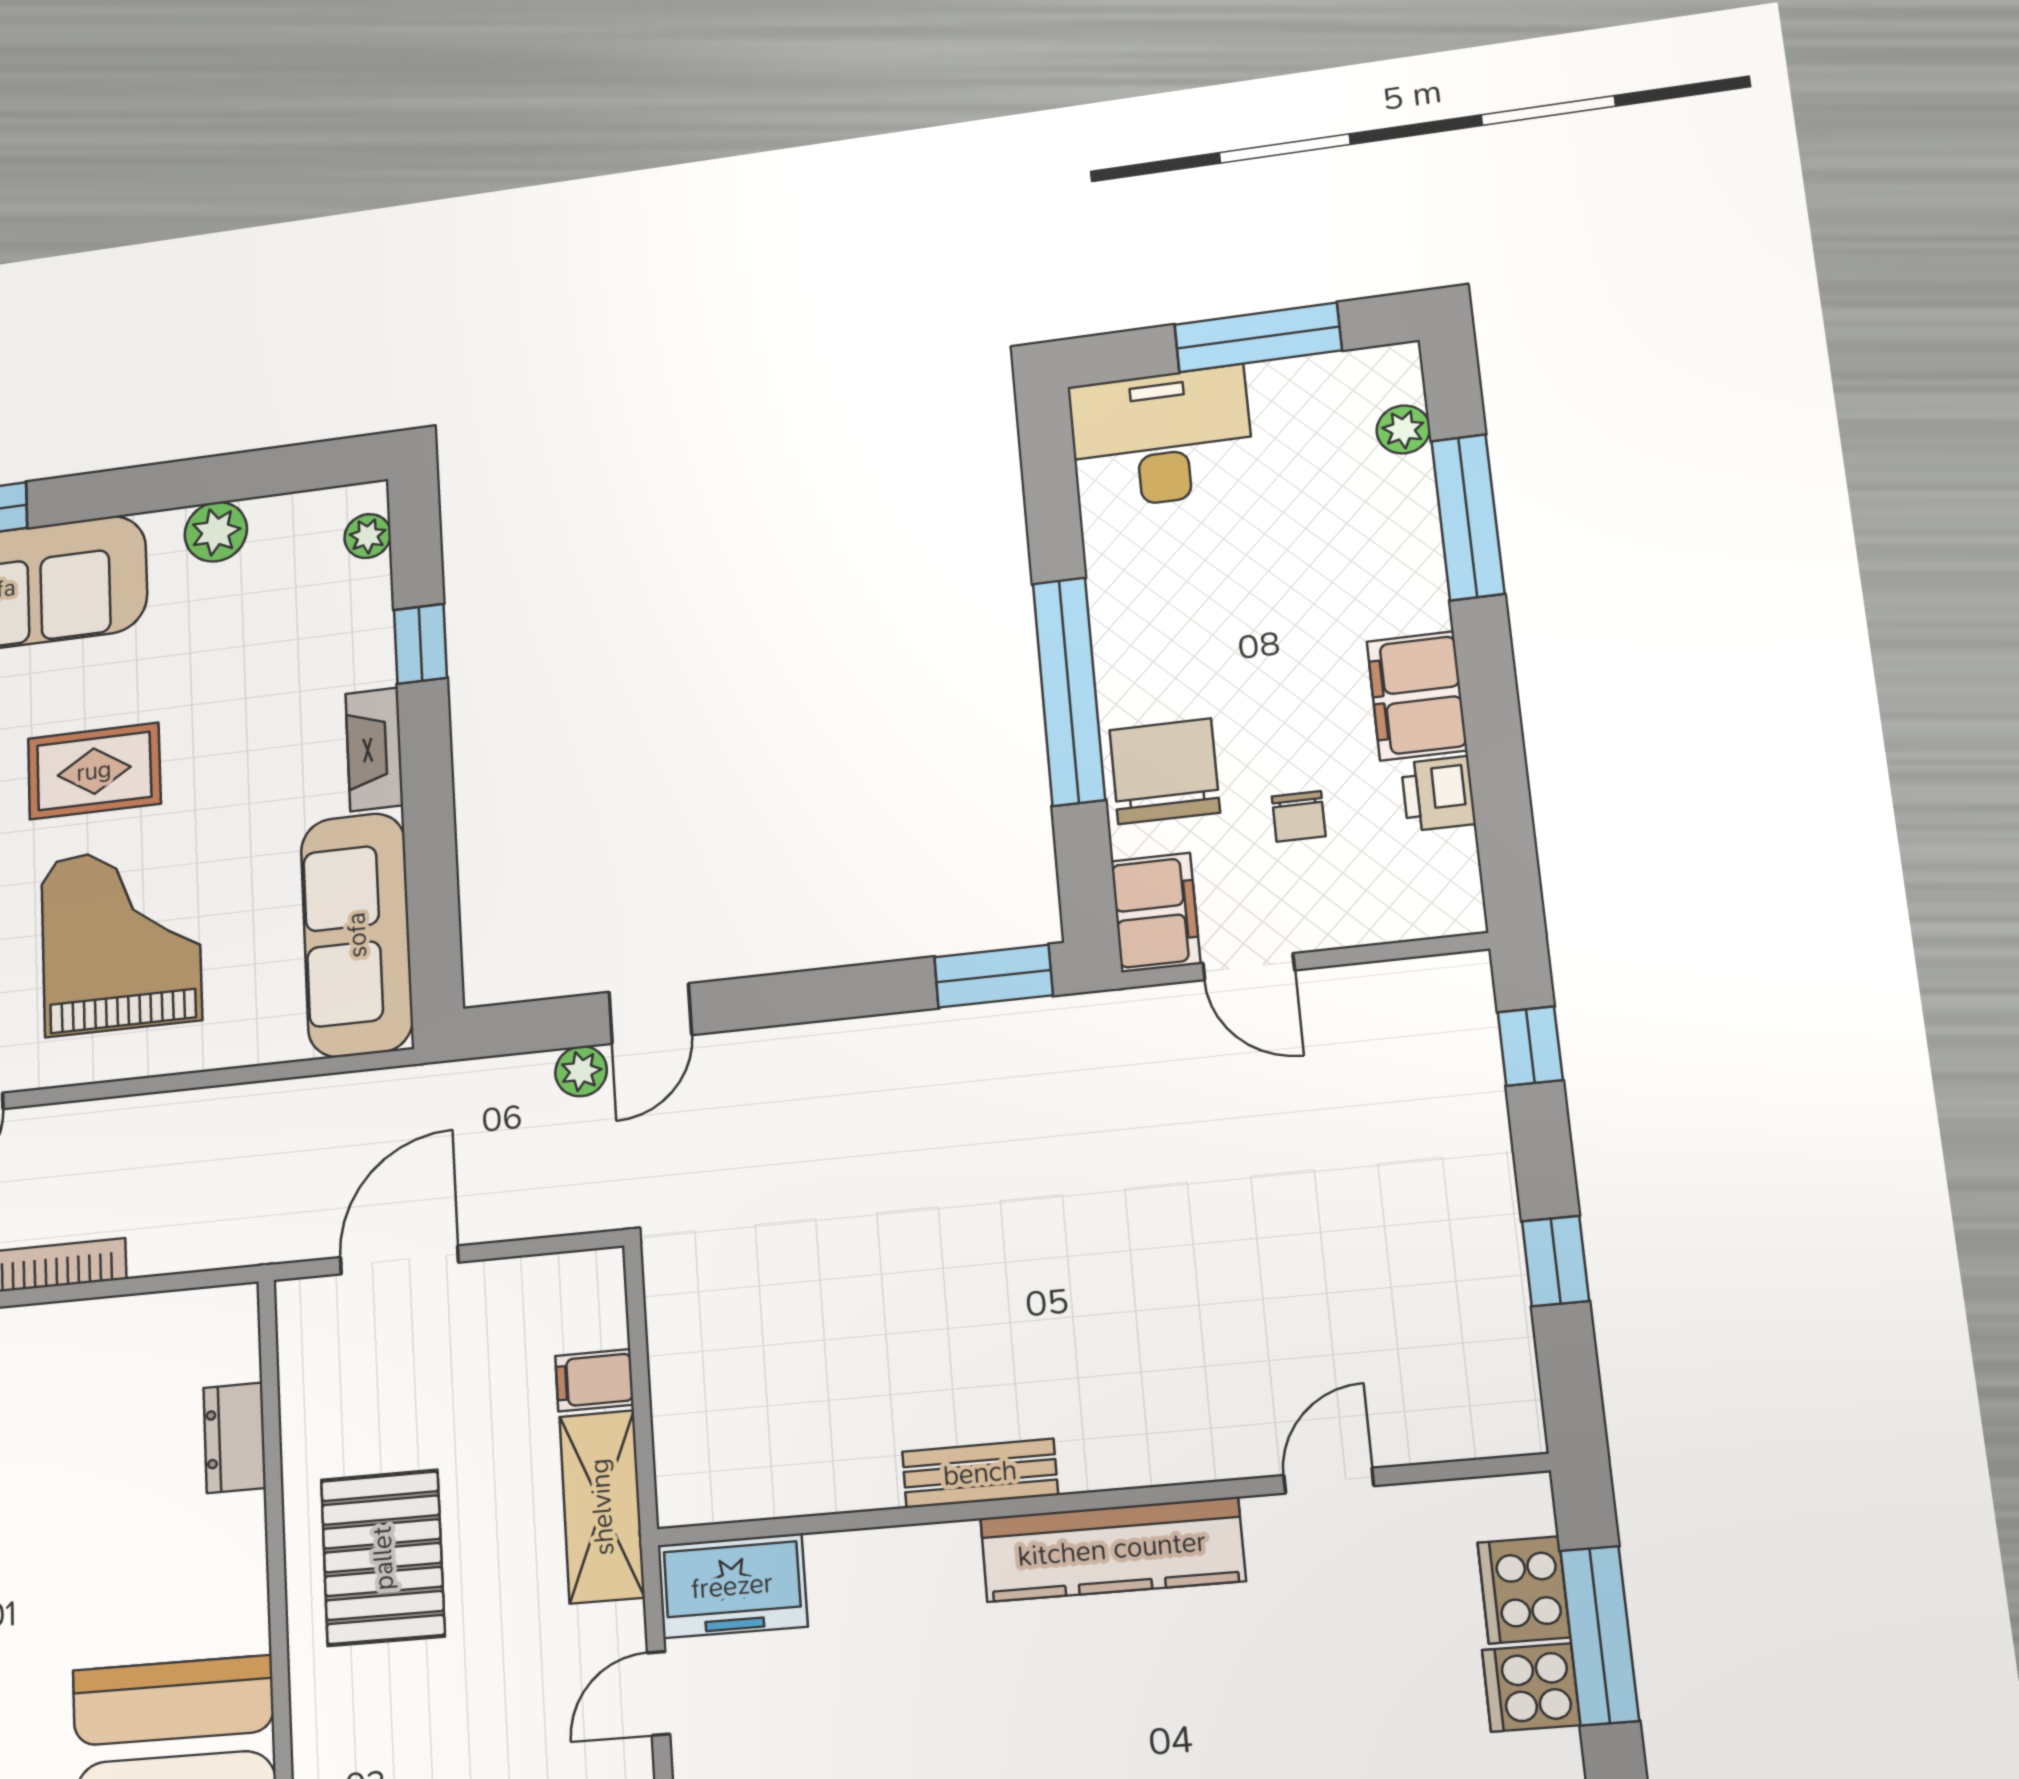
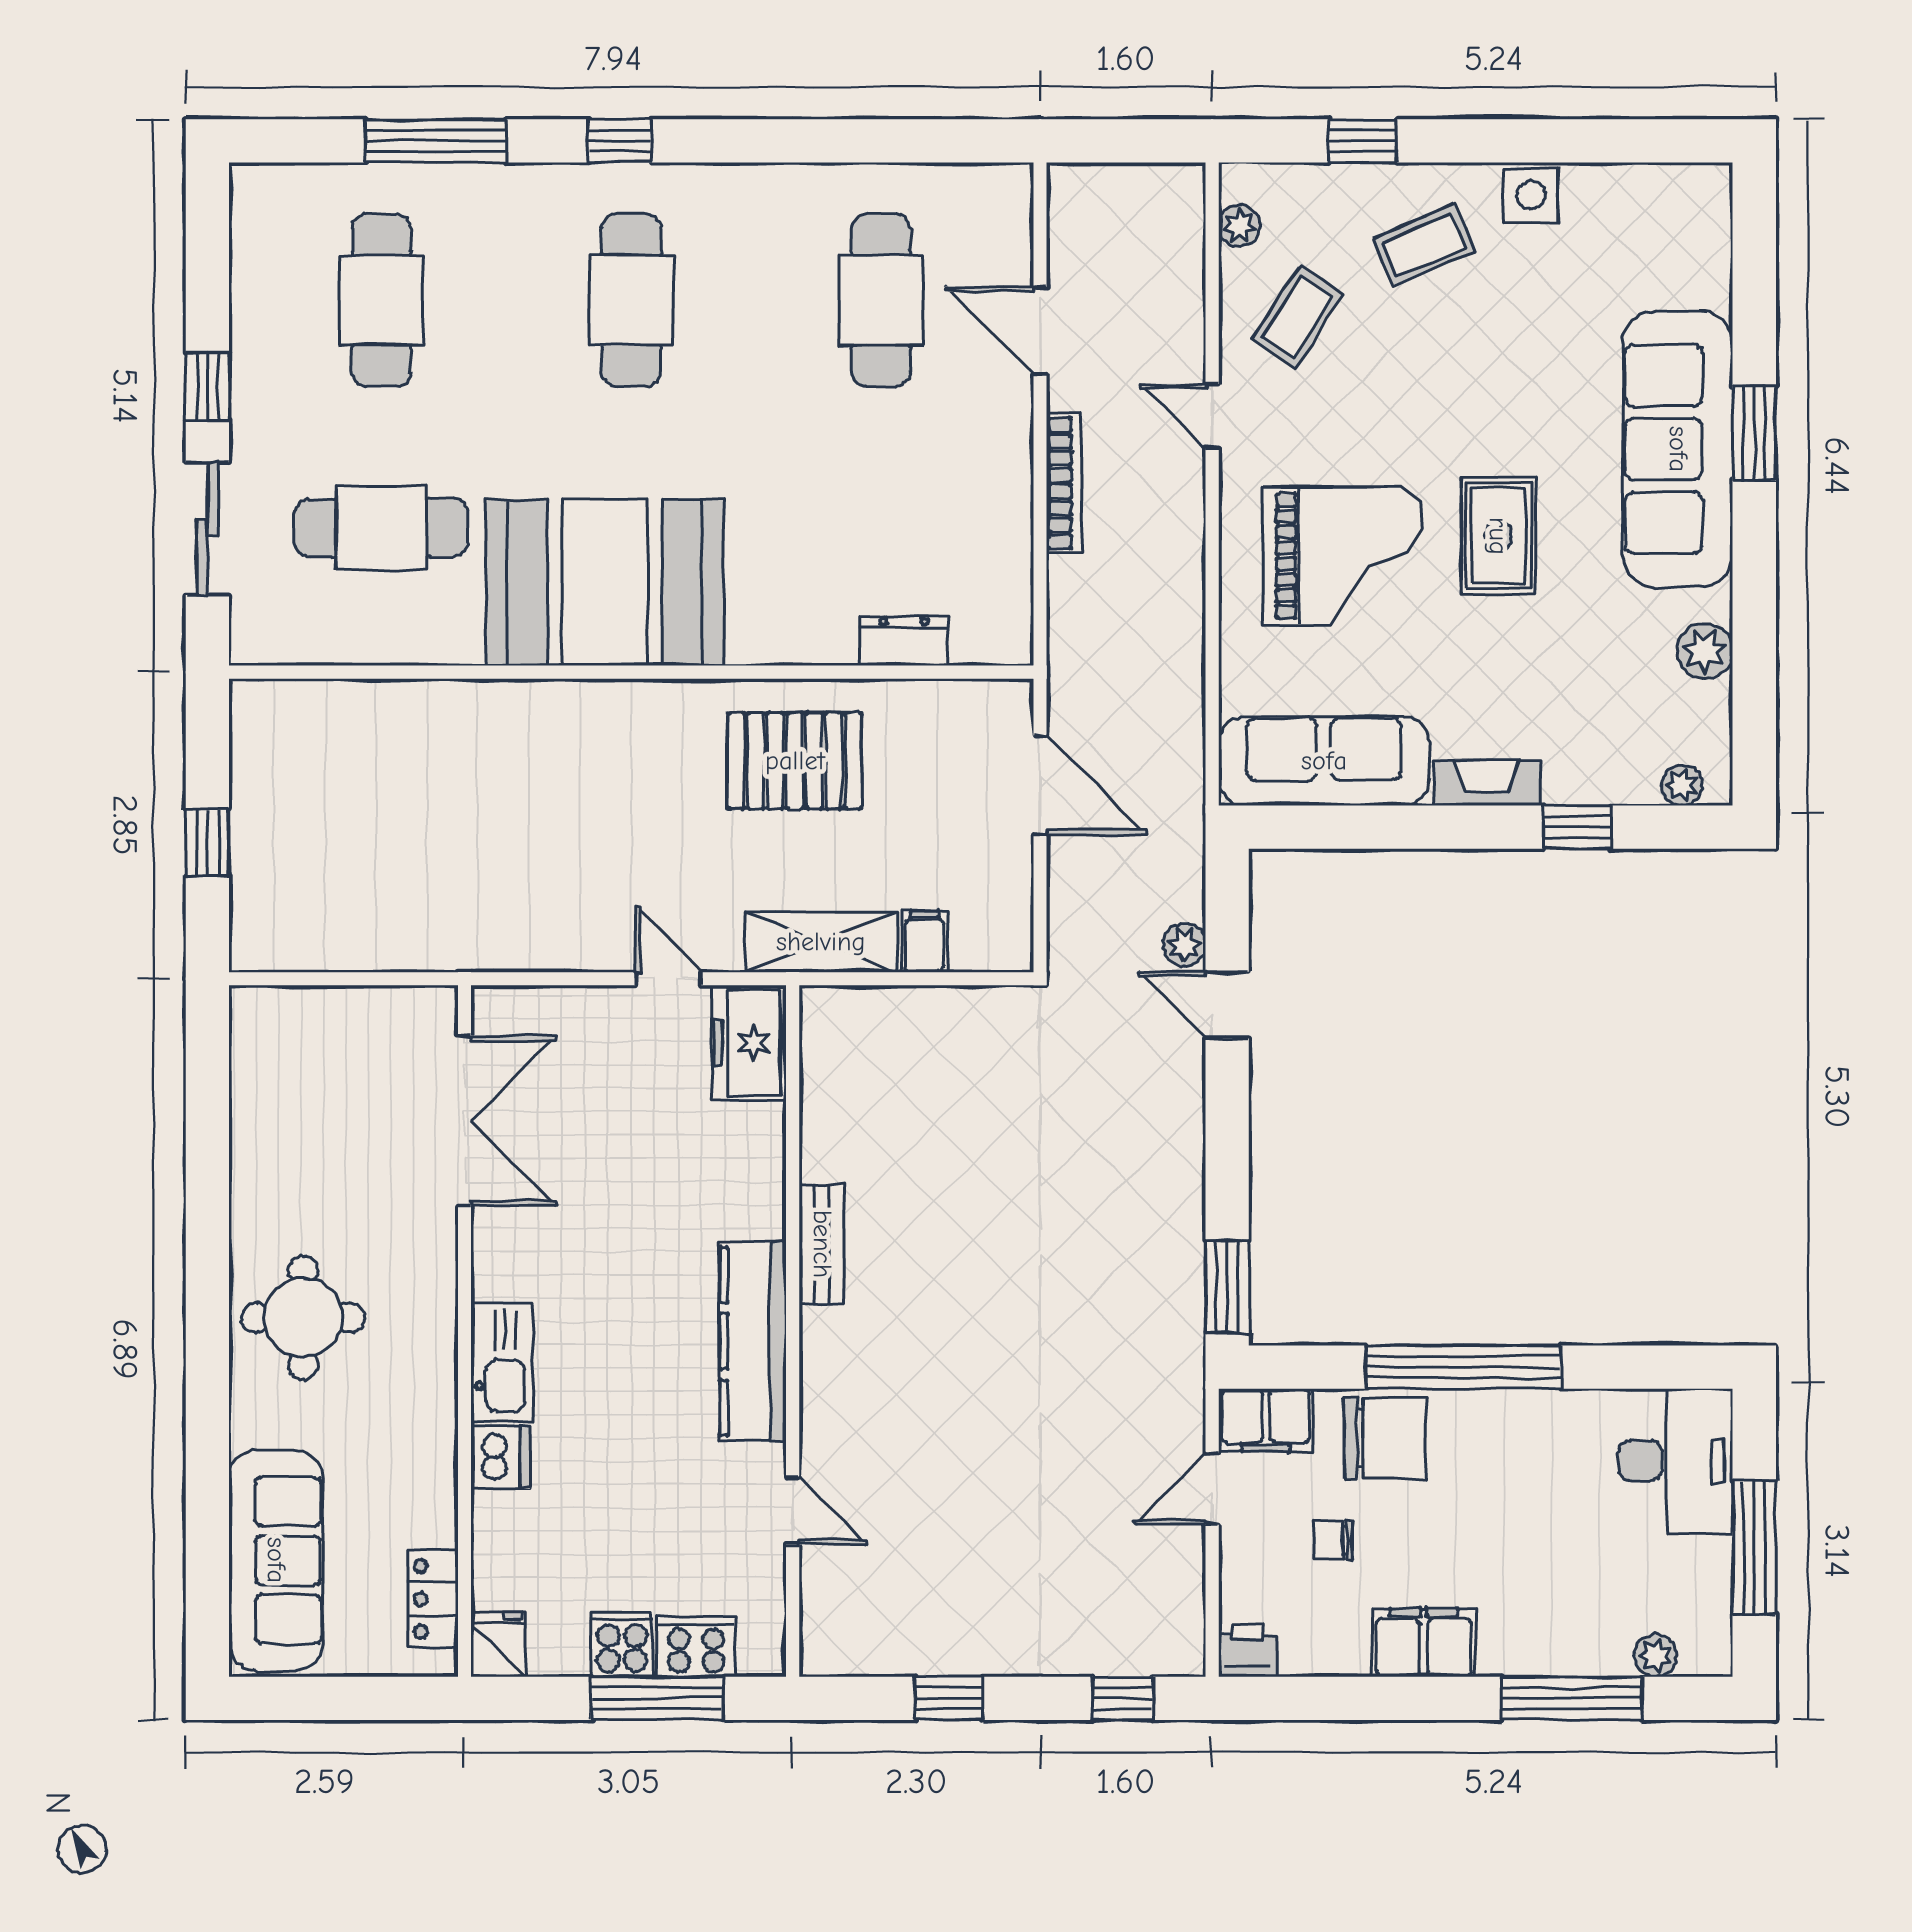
printer: (1438, 794) -> (1248, 1651), moved

